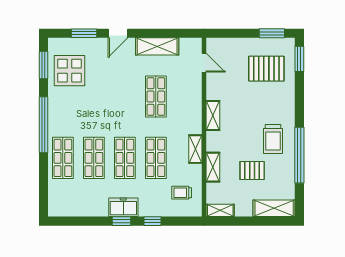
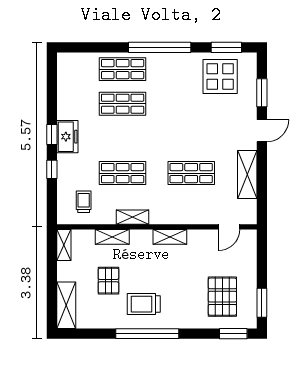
door: (118, 33) -> (262, 131), swing flipped
window: (299, 155) -> (147, 334), moved
shop shelf: (125, 158) -> (123, 138), removed

